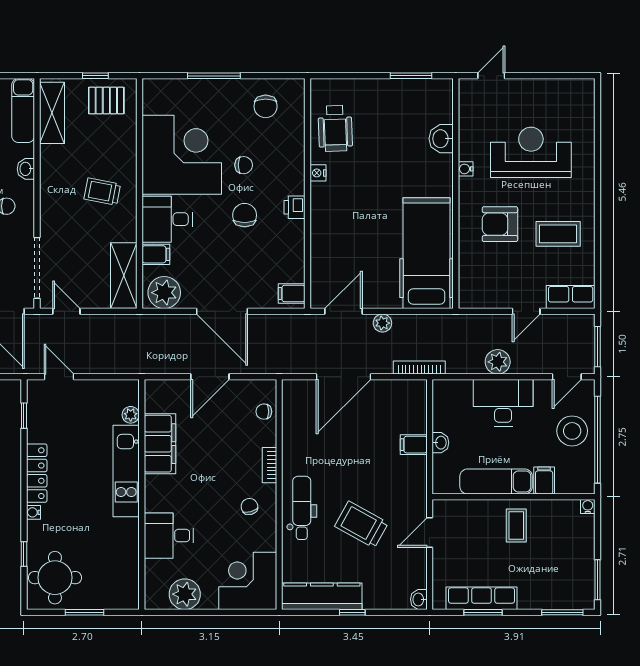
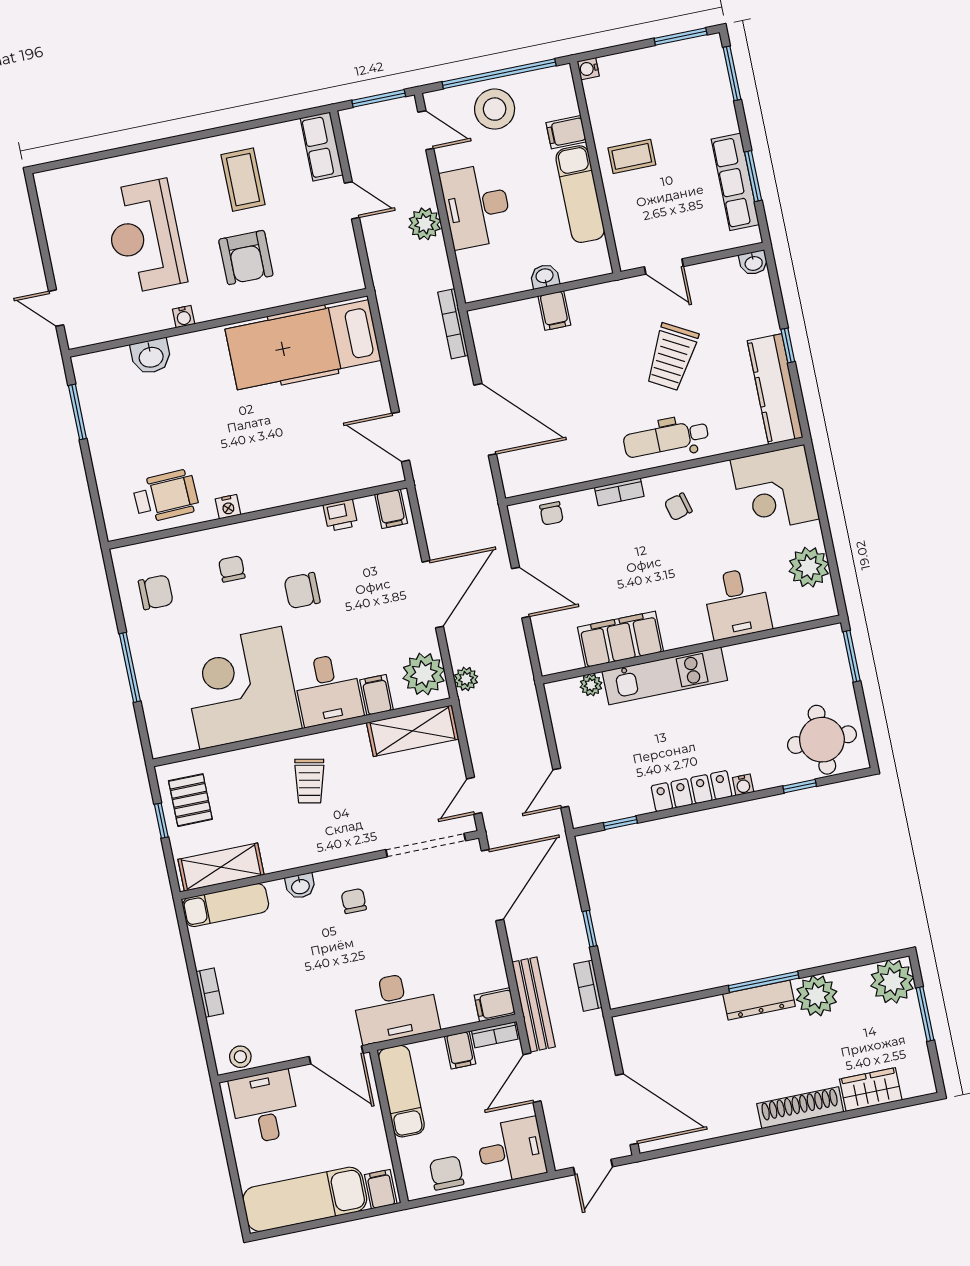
chair: (244, 165) -> (232, 569), moved
printer: (295, 207) -> (340, 515), moved
plant: (382, 323) -> (466, 679), moved
window: (84, 612) -> (852, 656), moved

